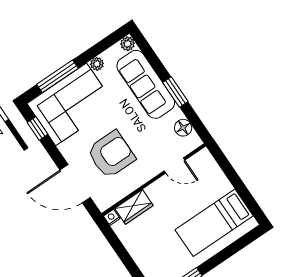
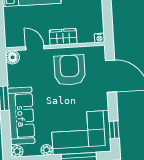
floor lamp: (183, 128) -> (12, 57), moved
armchair: (111, 154) -> (70, 70), moved, turned 90
wardrobe: (134, 207) -> (63, 37), moved

